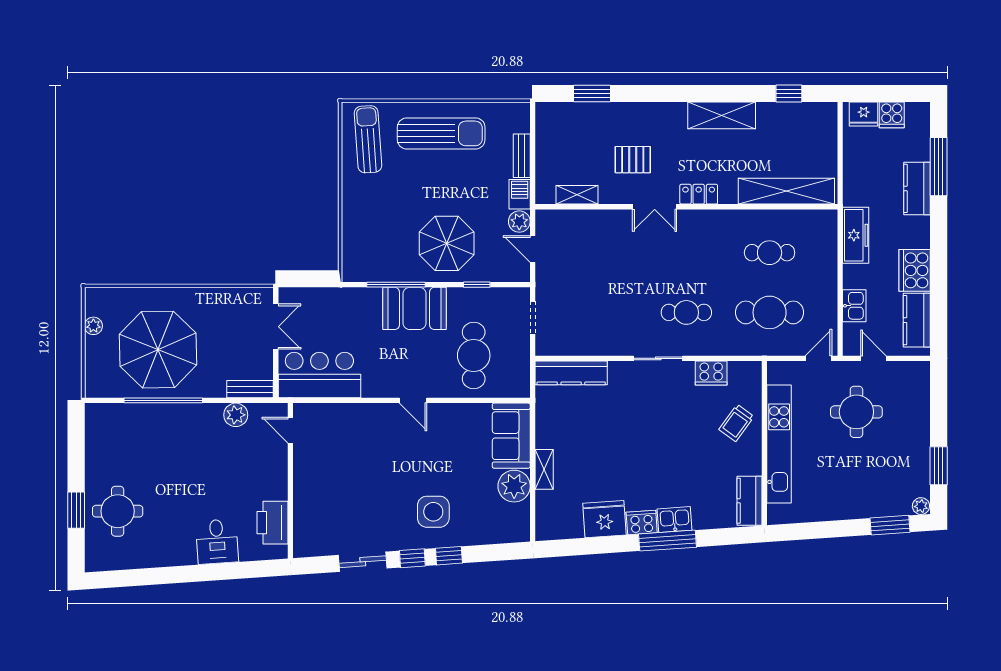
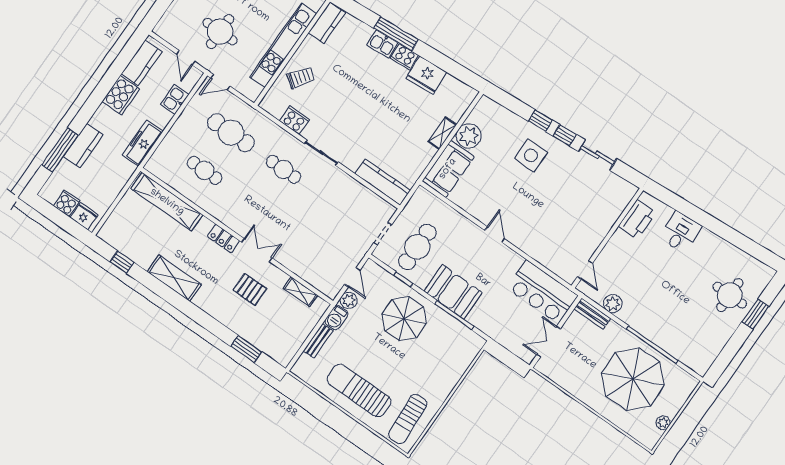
cafe table: (474, 355) -> (417, 247), moved

